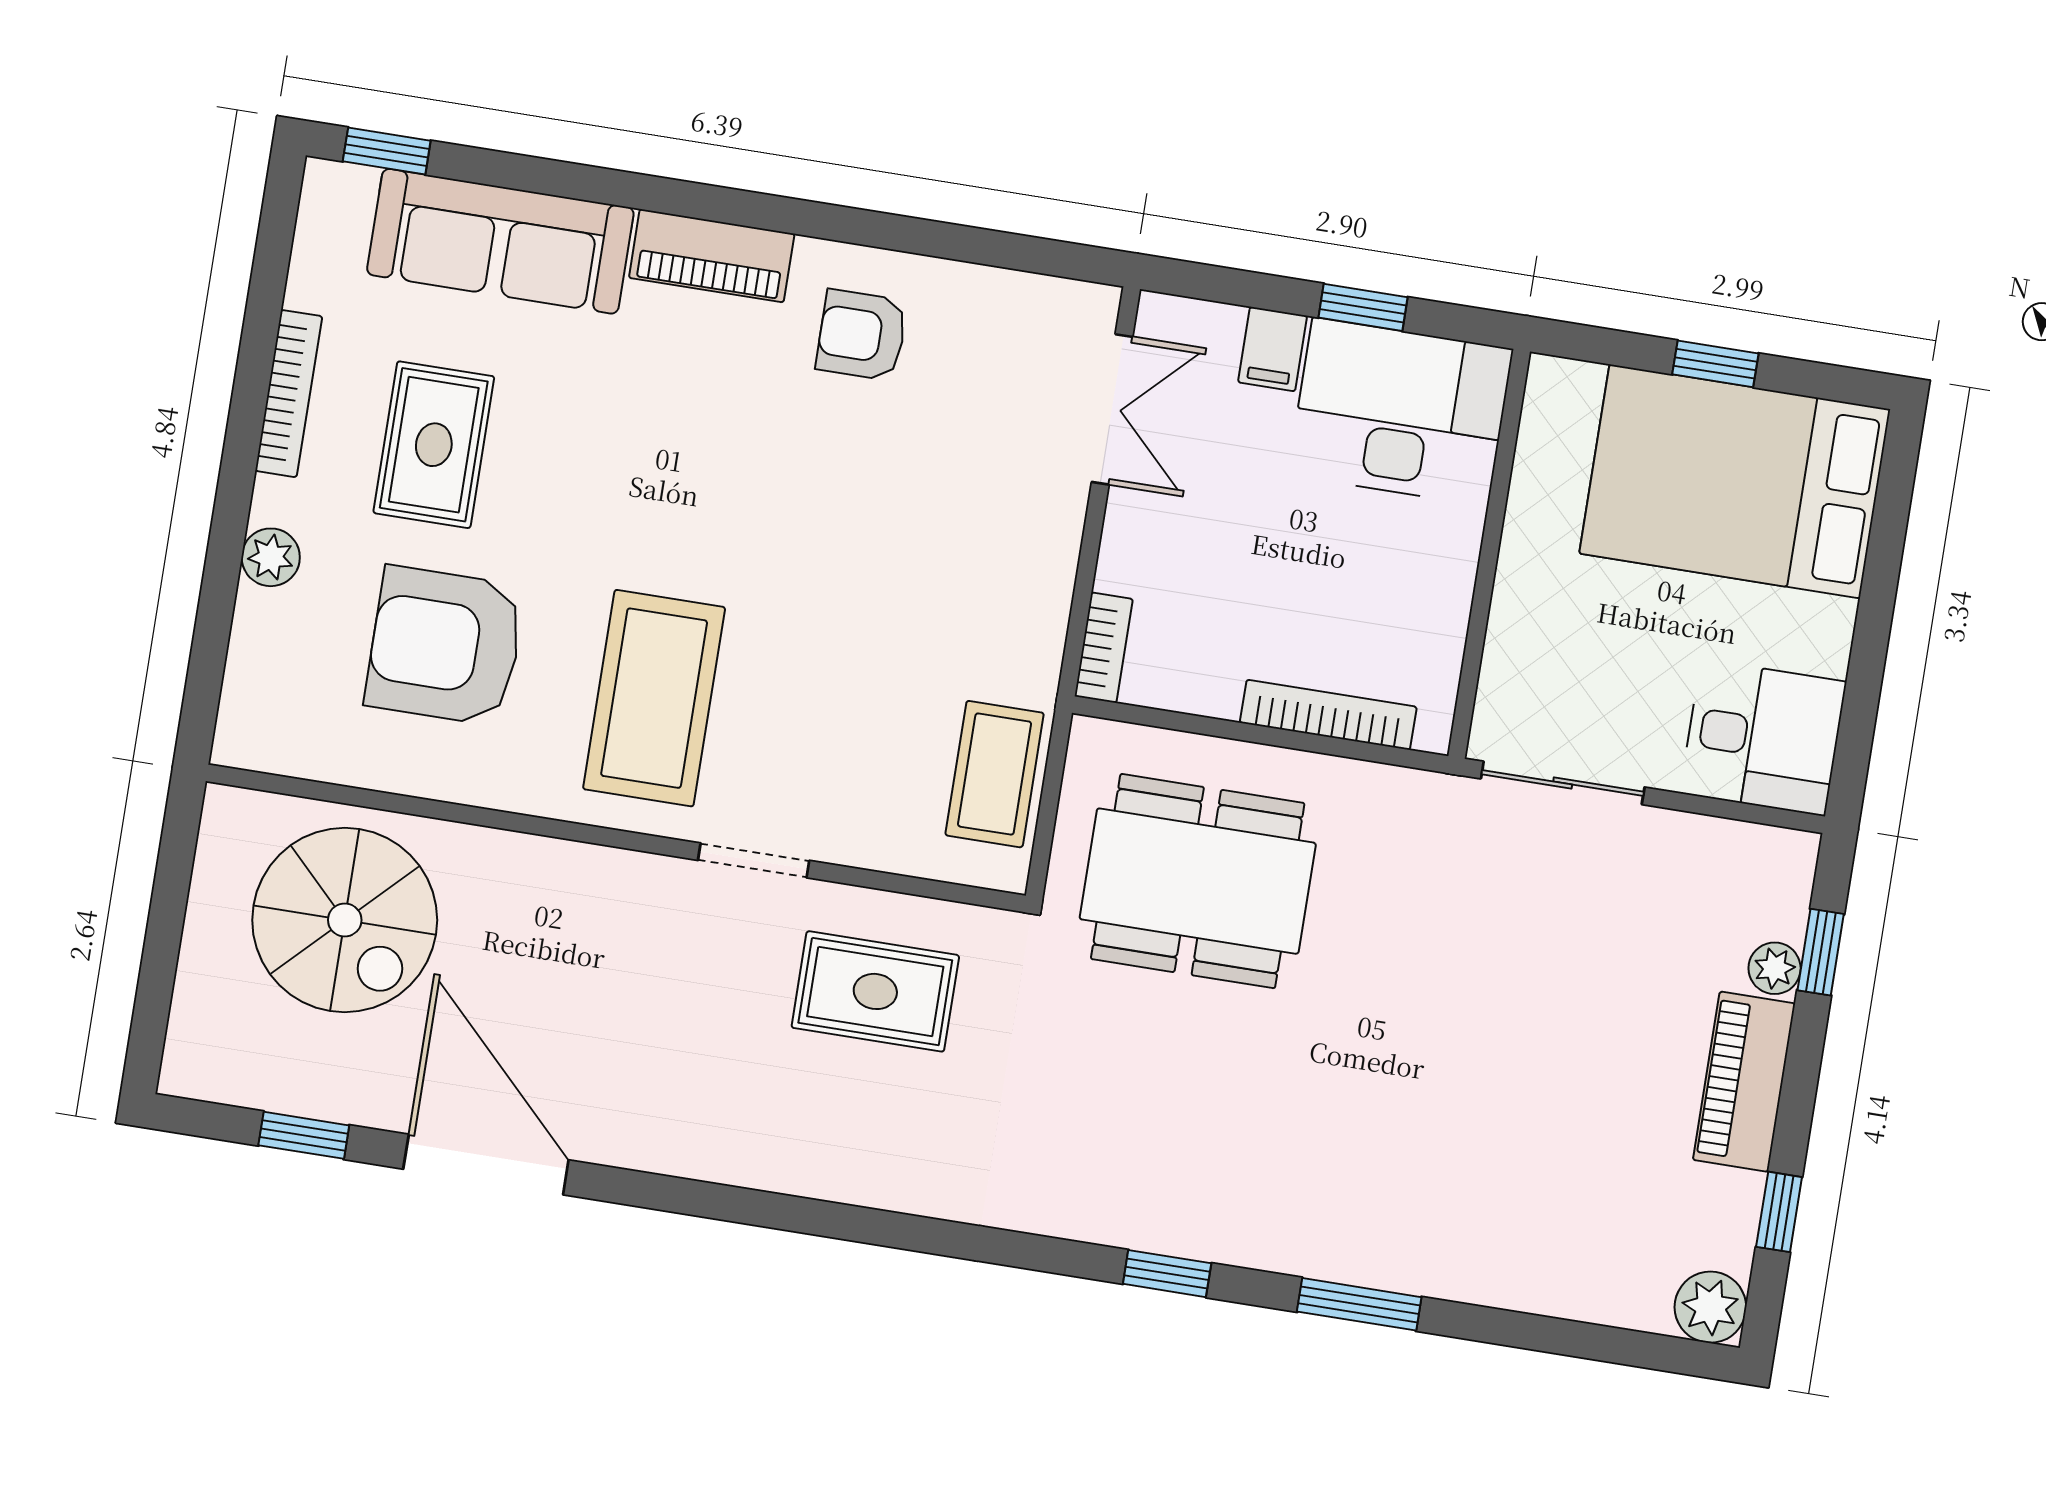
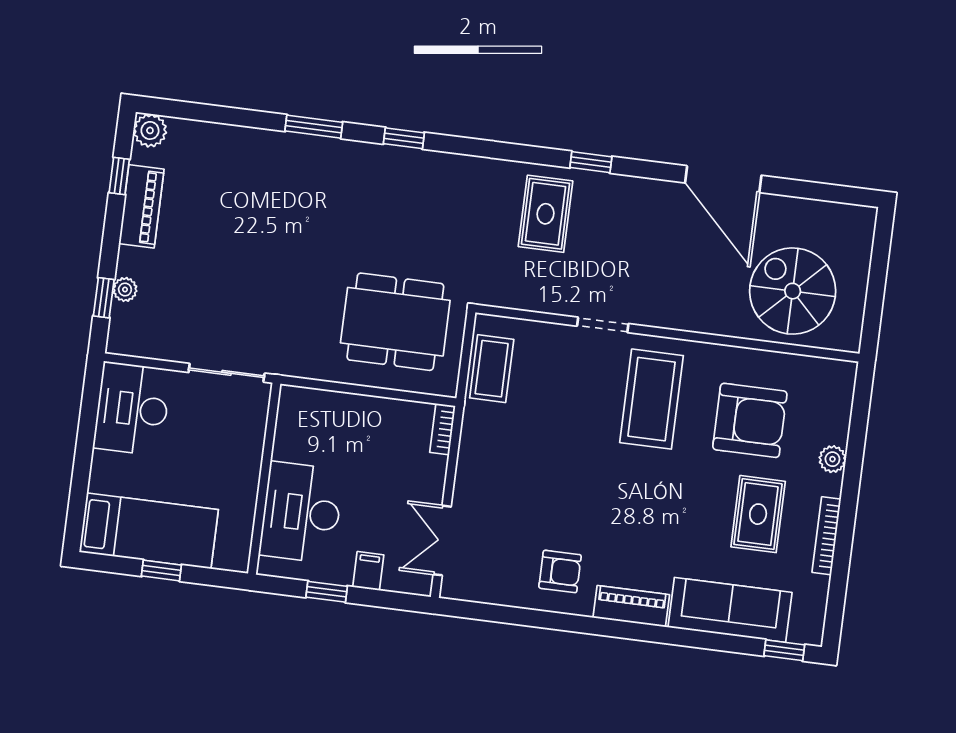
desk: (1400, 412) -> (301, 512), moved, turned 90
bed: (1735, 481) -> (149, 531), width x0.67
bookcase: (1328, 715) -> (337, 401), removed
desk: (1763, 737) -> (132, 409), width x1.37
rug: (875, 991) -> (545, 214), moved, turned 90
piano: (1744, 1082) -> (141, 206), moved
window: (304, 1135) -> (591, 162), moved

